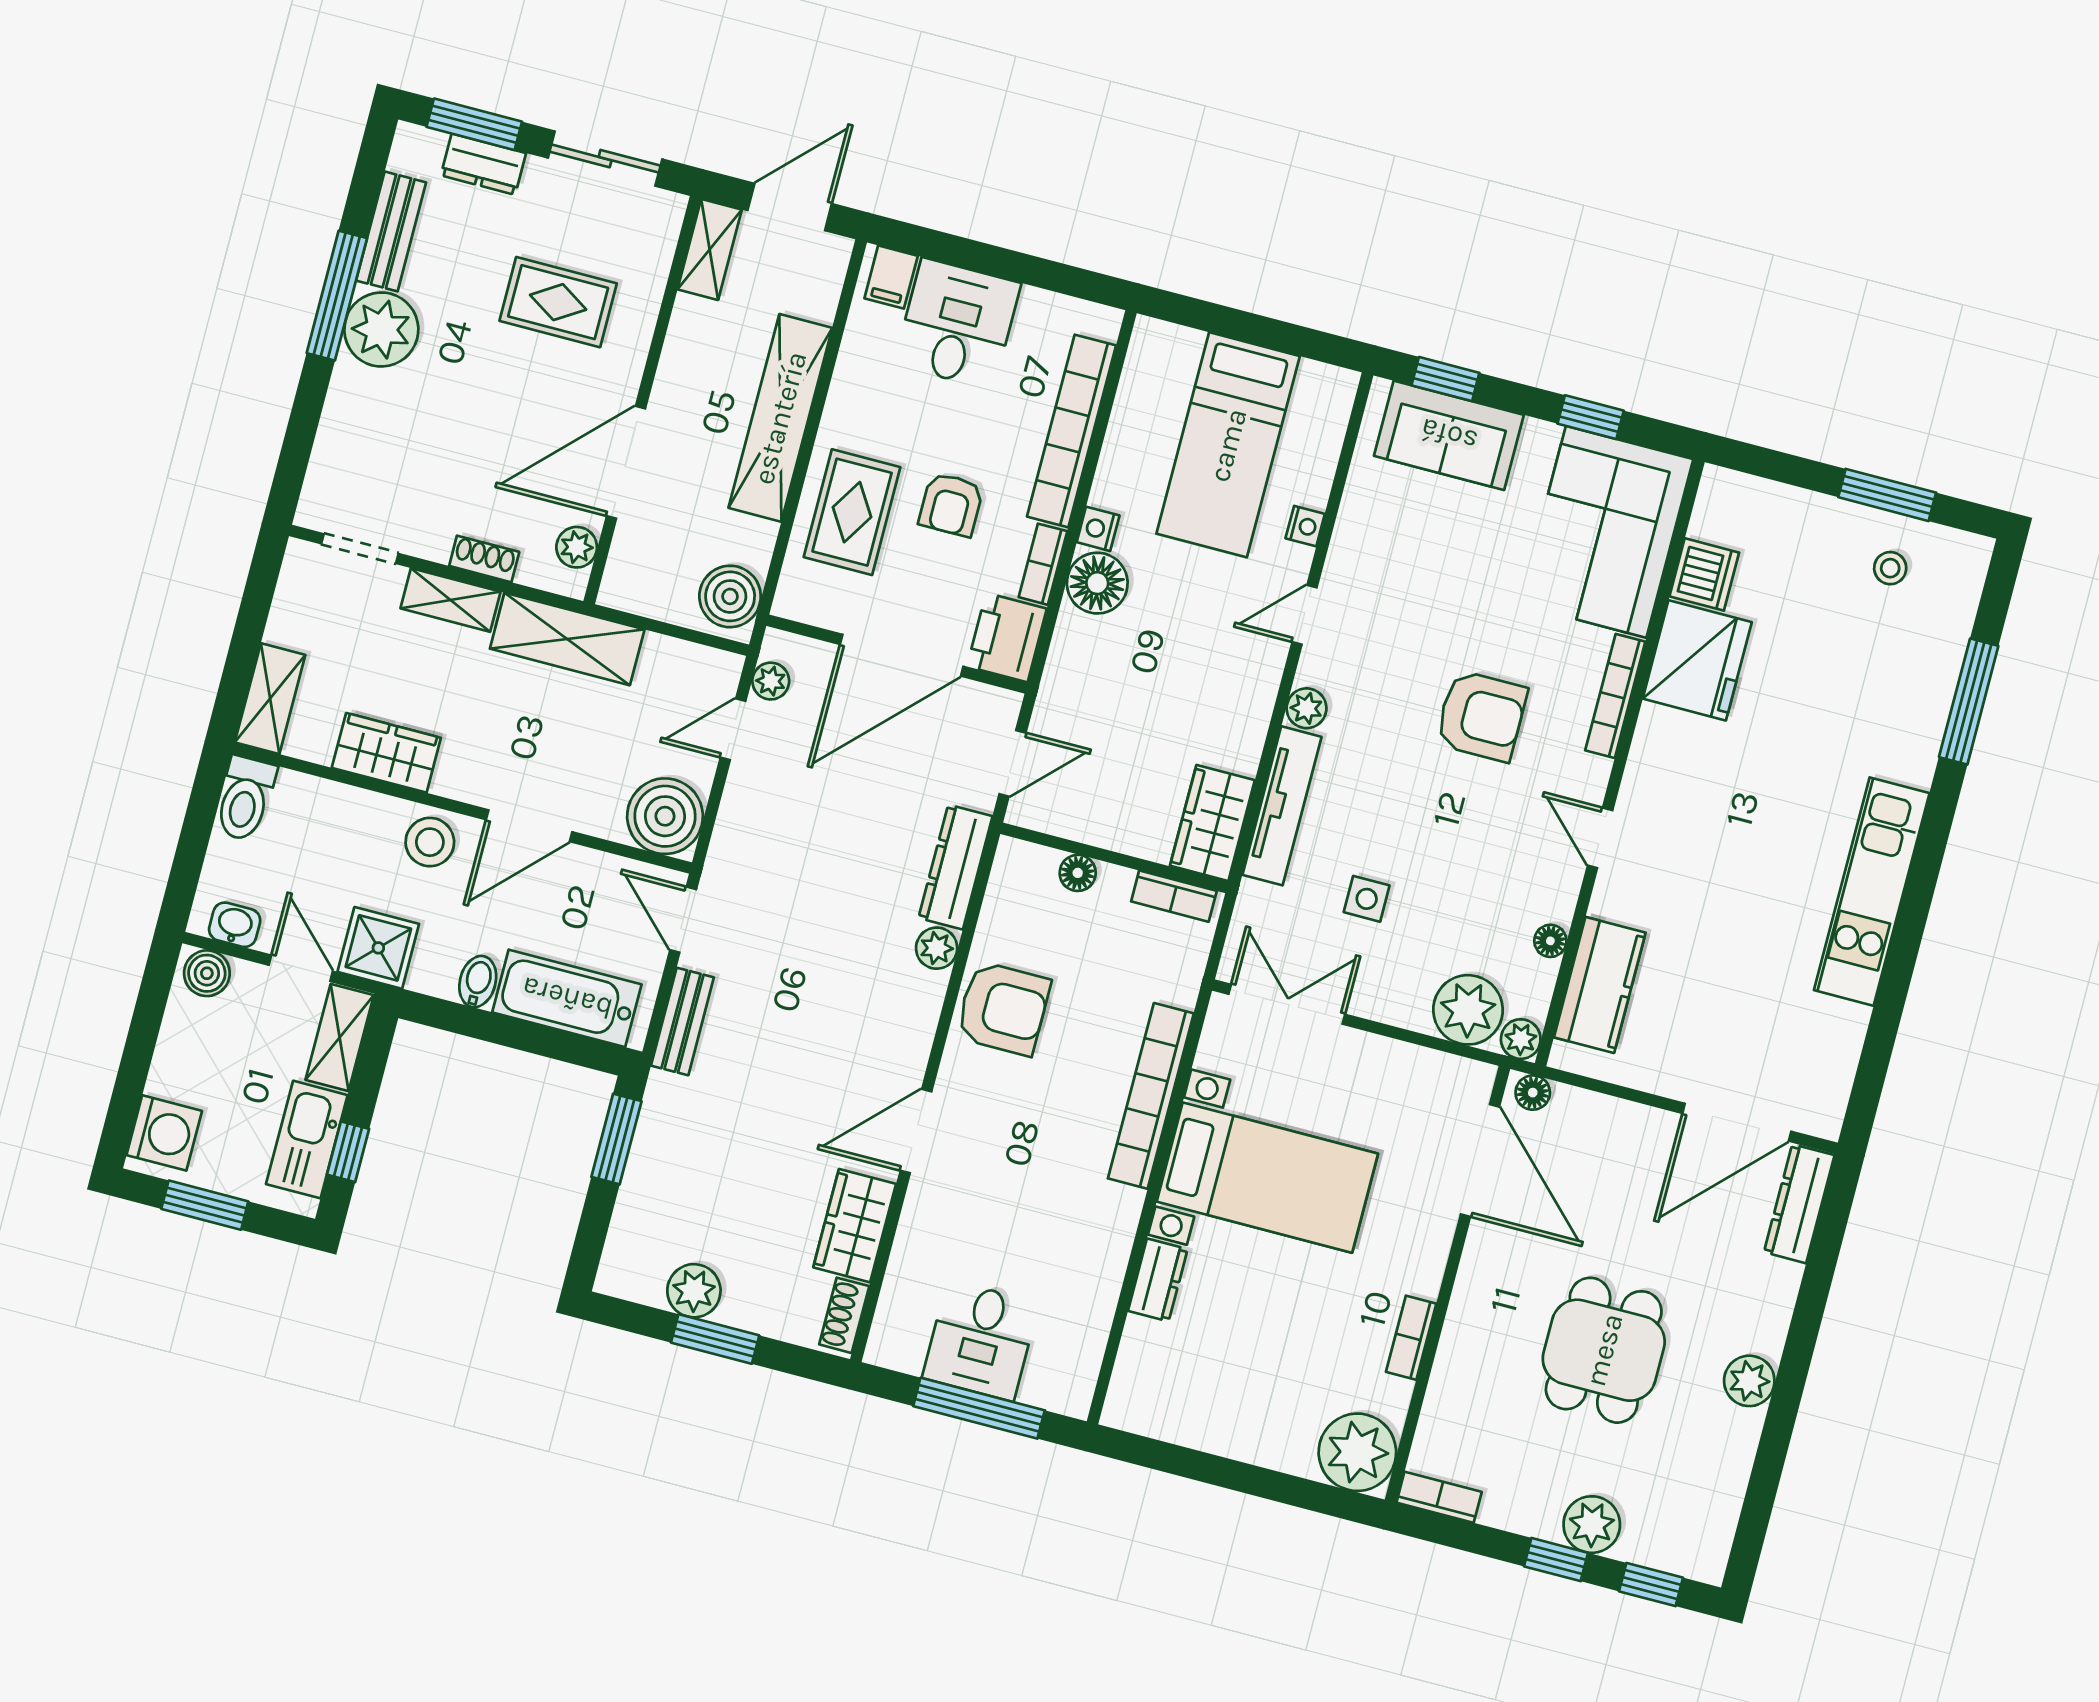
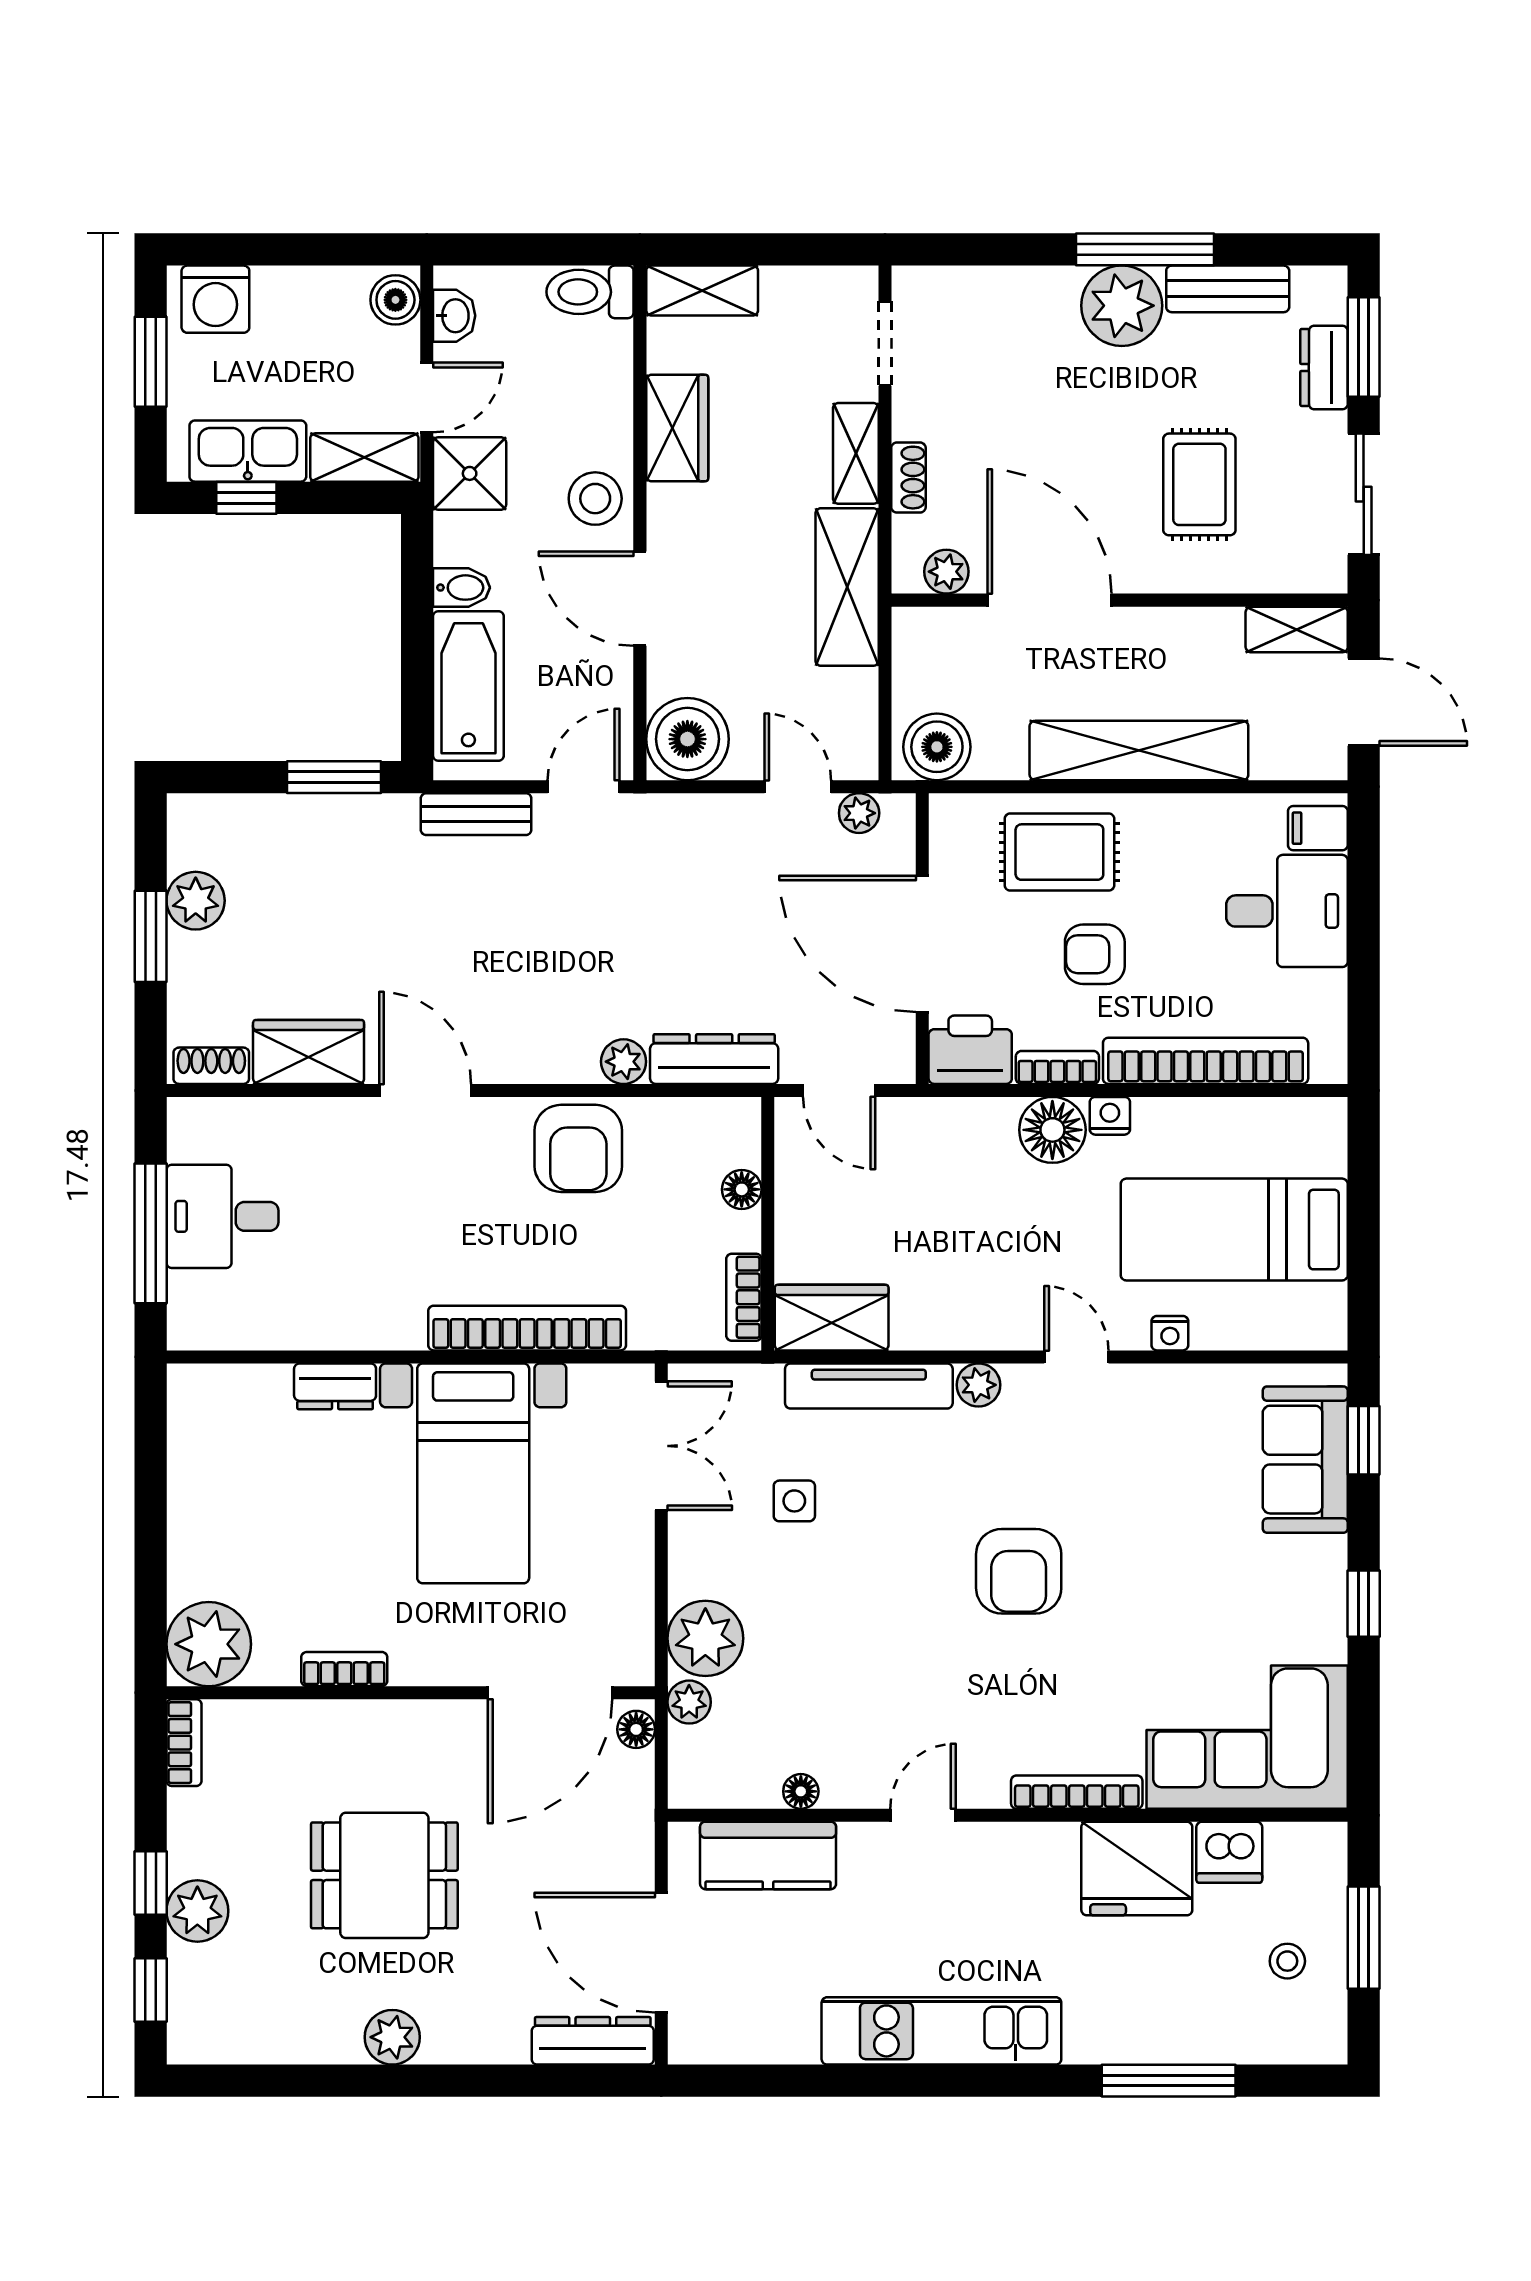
corner sofa: (1606, 532) -> (1247, 1737), moved
dishwasher: (1704, 574) -> (1229, 1852), moved
fridge: (1697, 660) -> (1137, 1869), moved
bookcase: (1615, 696) -> (1077, 1792), moved
wall: (1620, 763) -> (1008, 1815), moved
door: (1600, 838) -> (923, 1815), moved
floor lamp: (1550, 941) -> (801, 1791), moved
kitchen counter: (1600, 985) -> (768, 1856), moved

